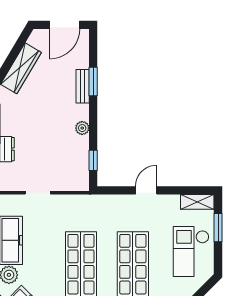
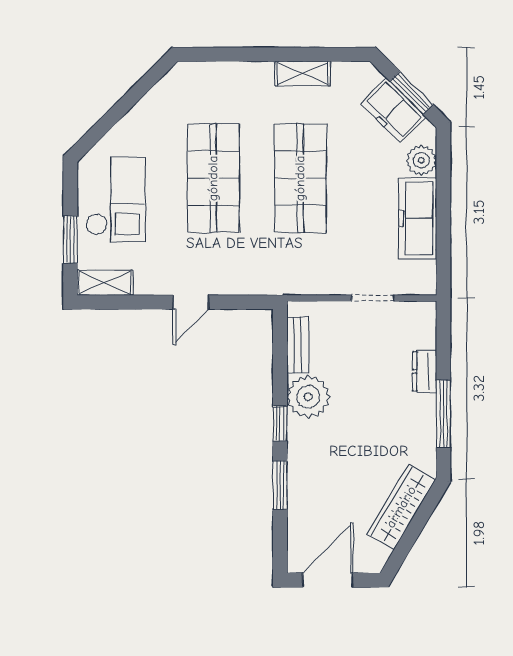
bench: (83, 86) -> (298, 345), moved
plant: (82, 128) -> (308, 397), width x1.88, depth x1.88
window: (93, 160) -> (280, 424), moved

